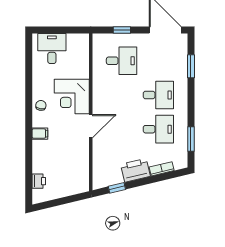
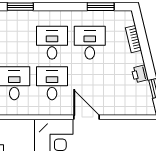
desk: (122, 95) -> (52, 83), added
printer: (135, 170) -> (140, 74), width x0.53, depth x0.68

